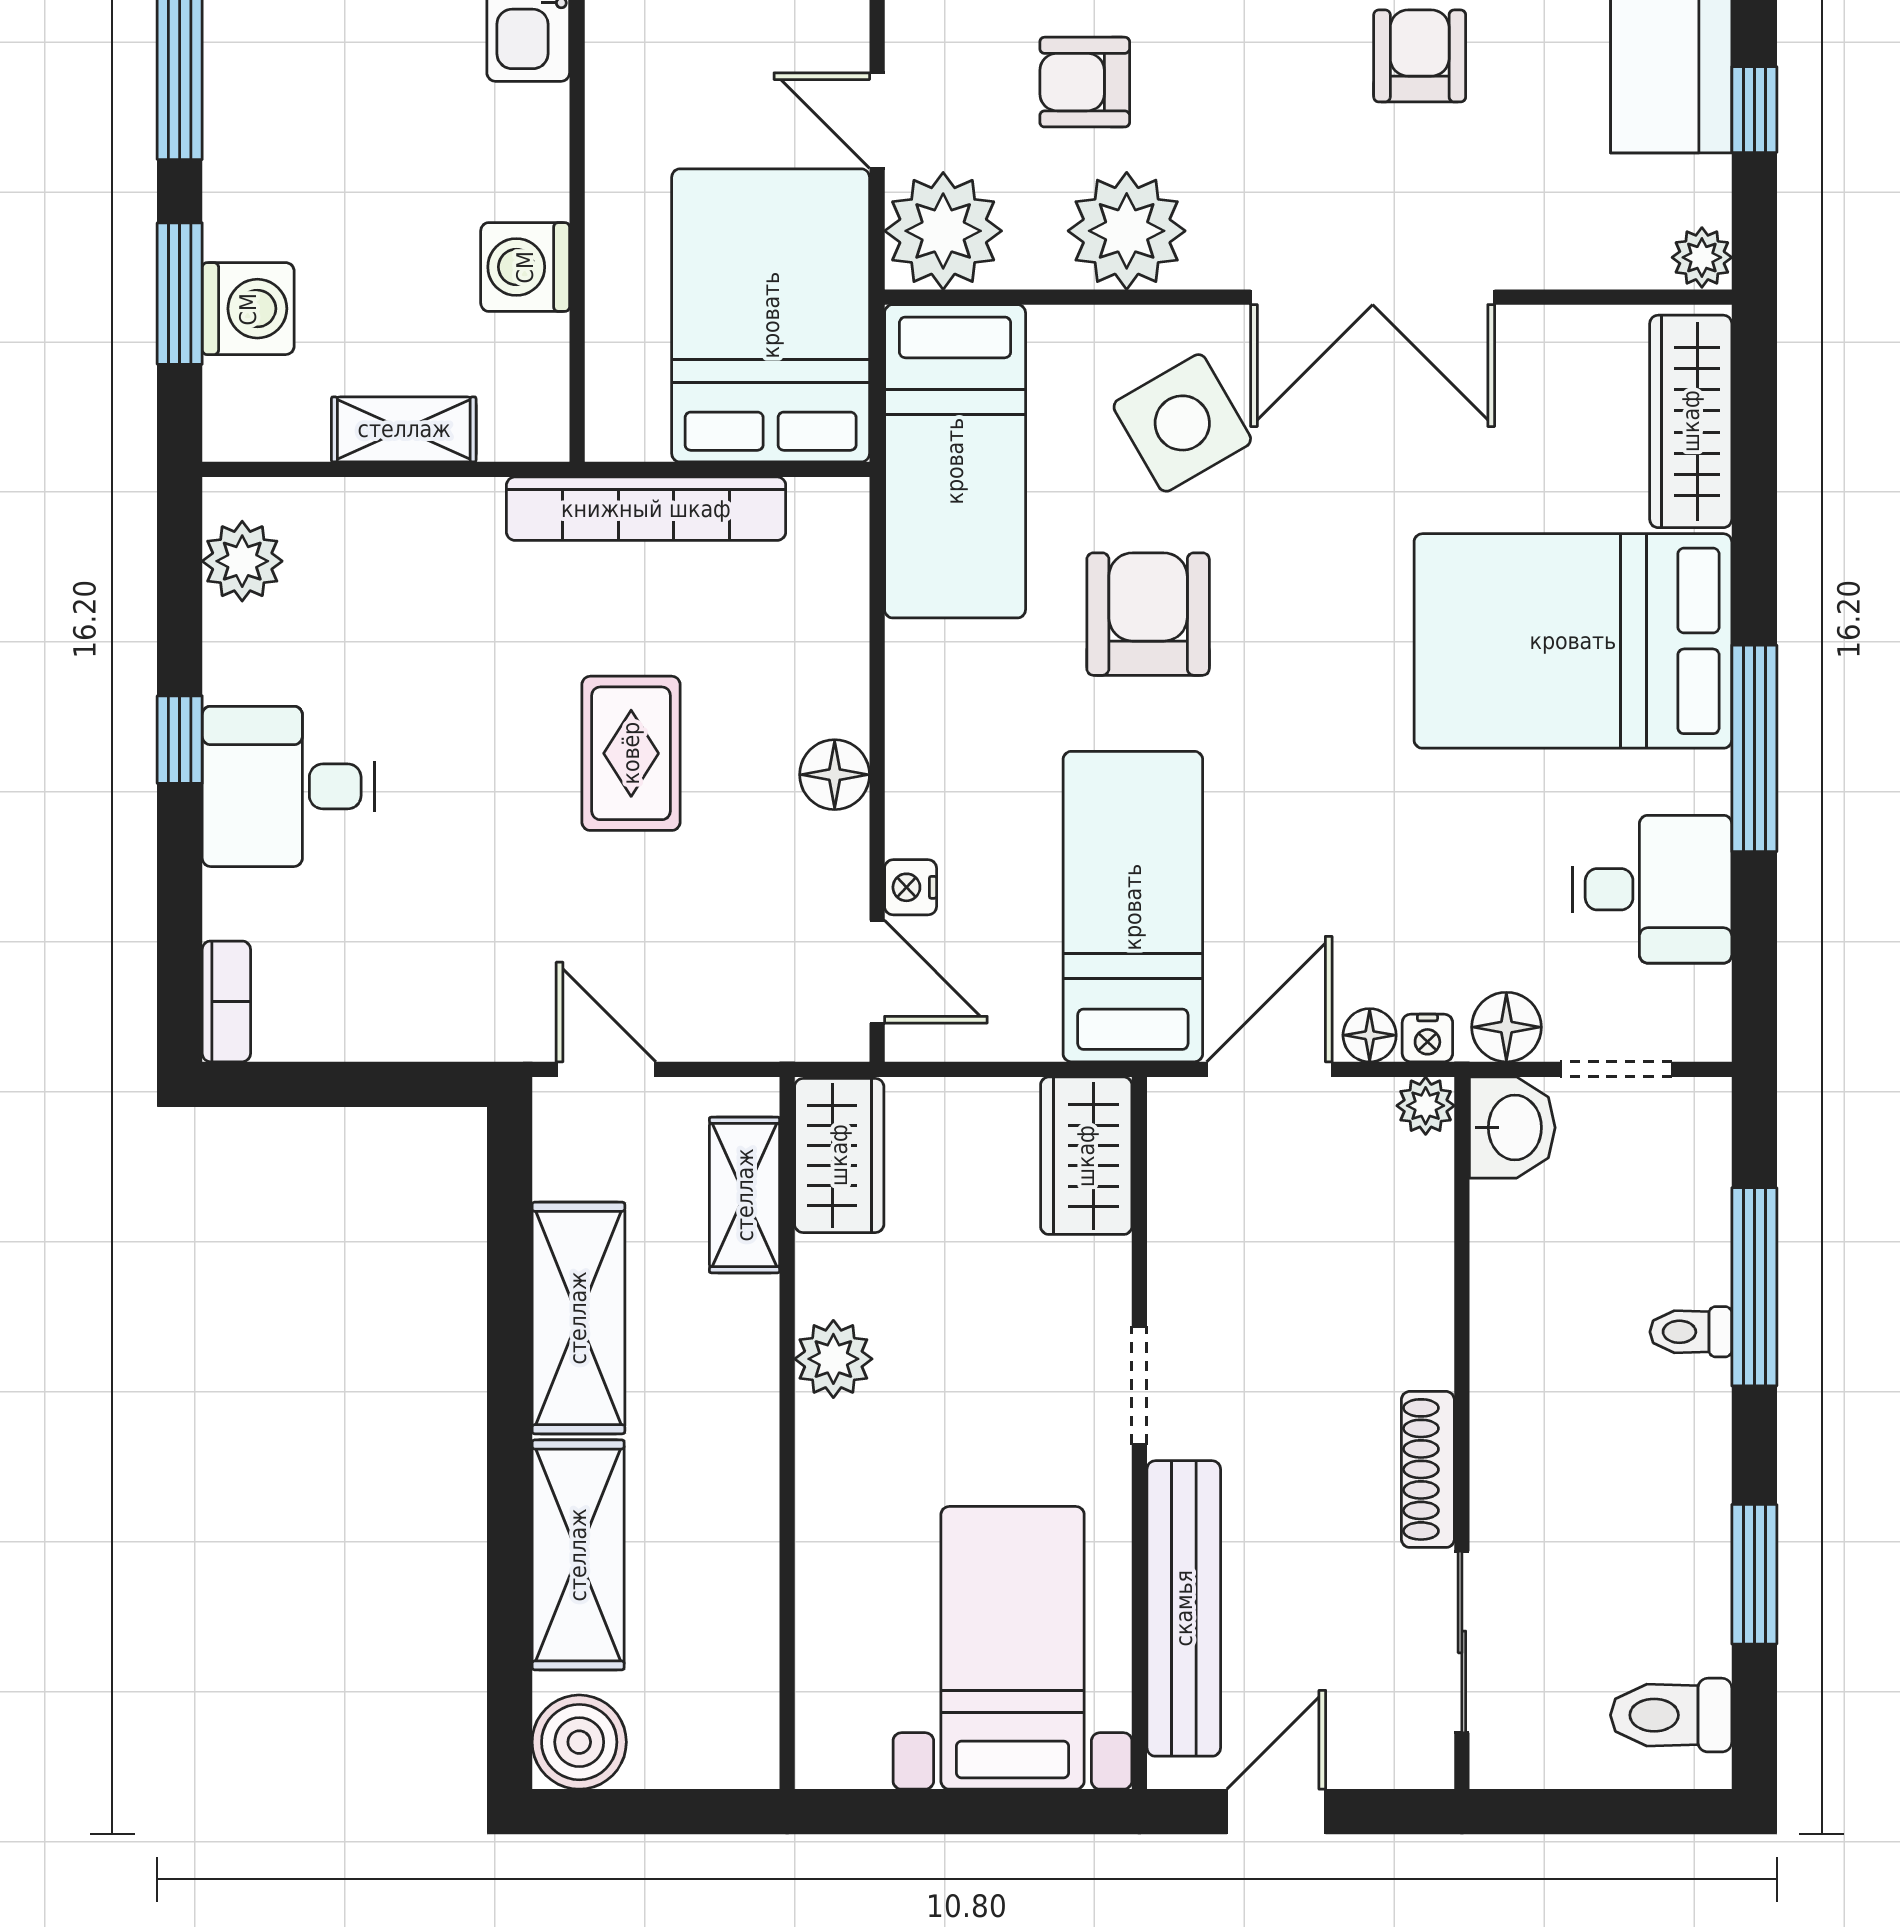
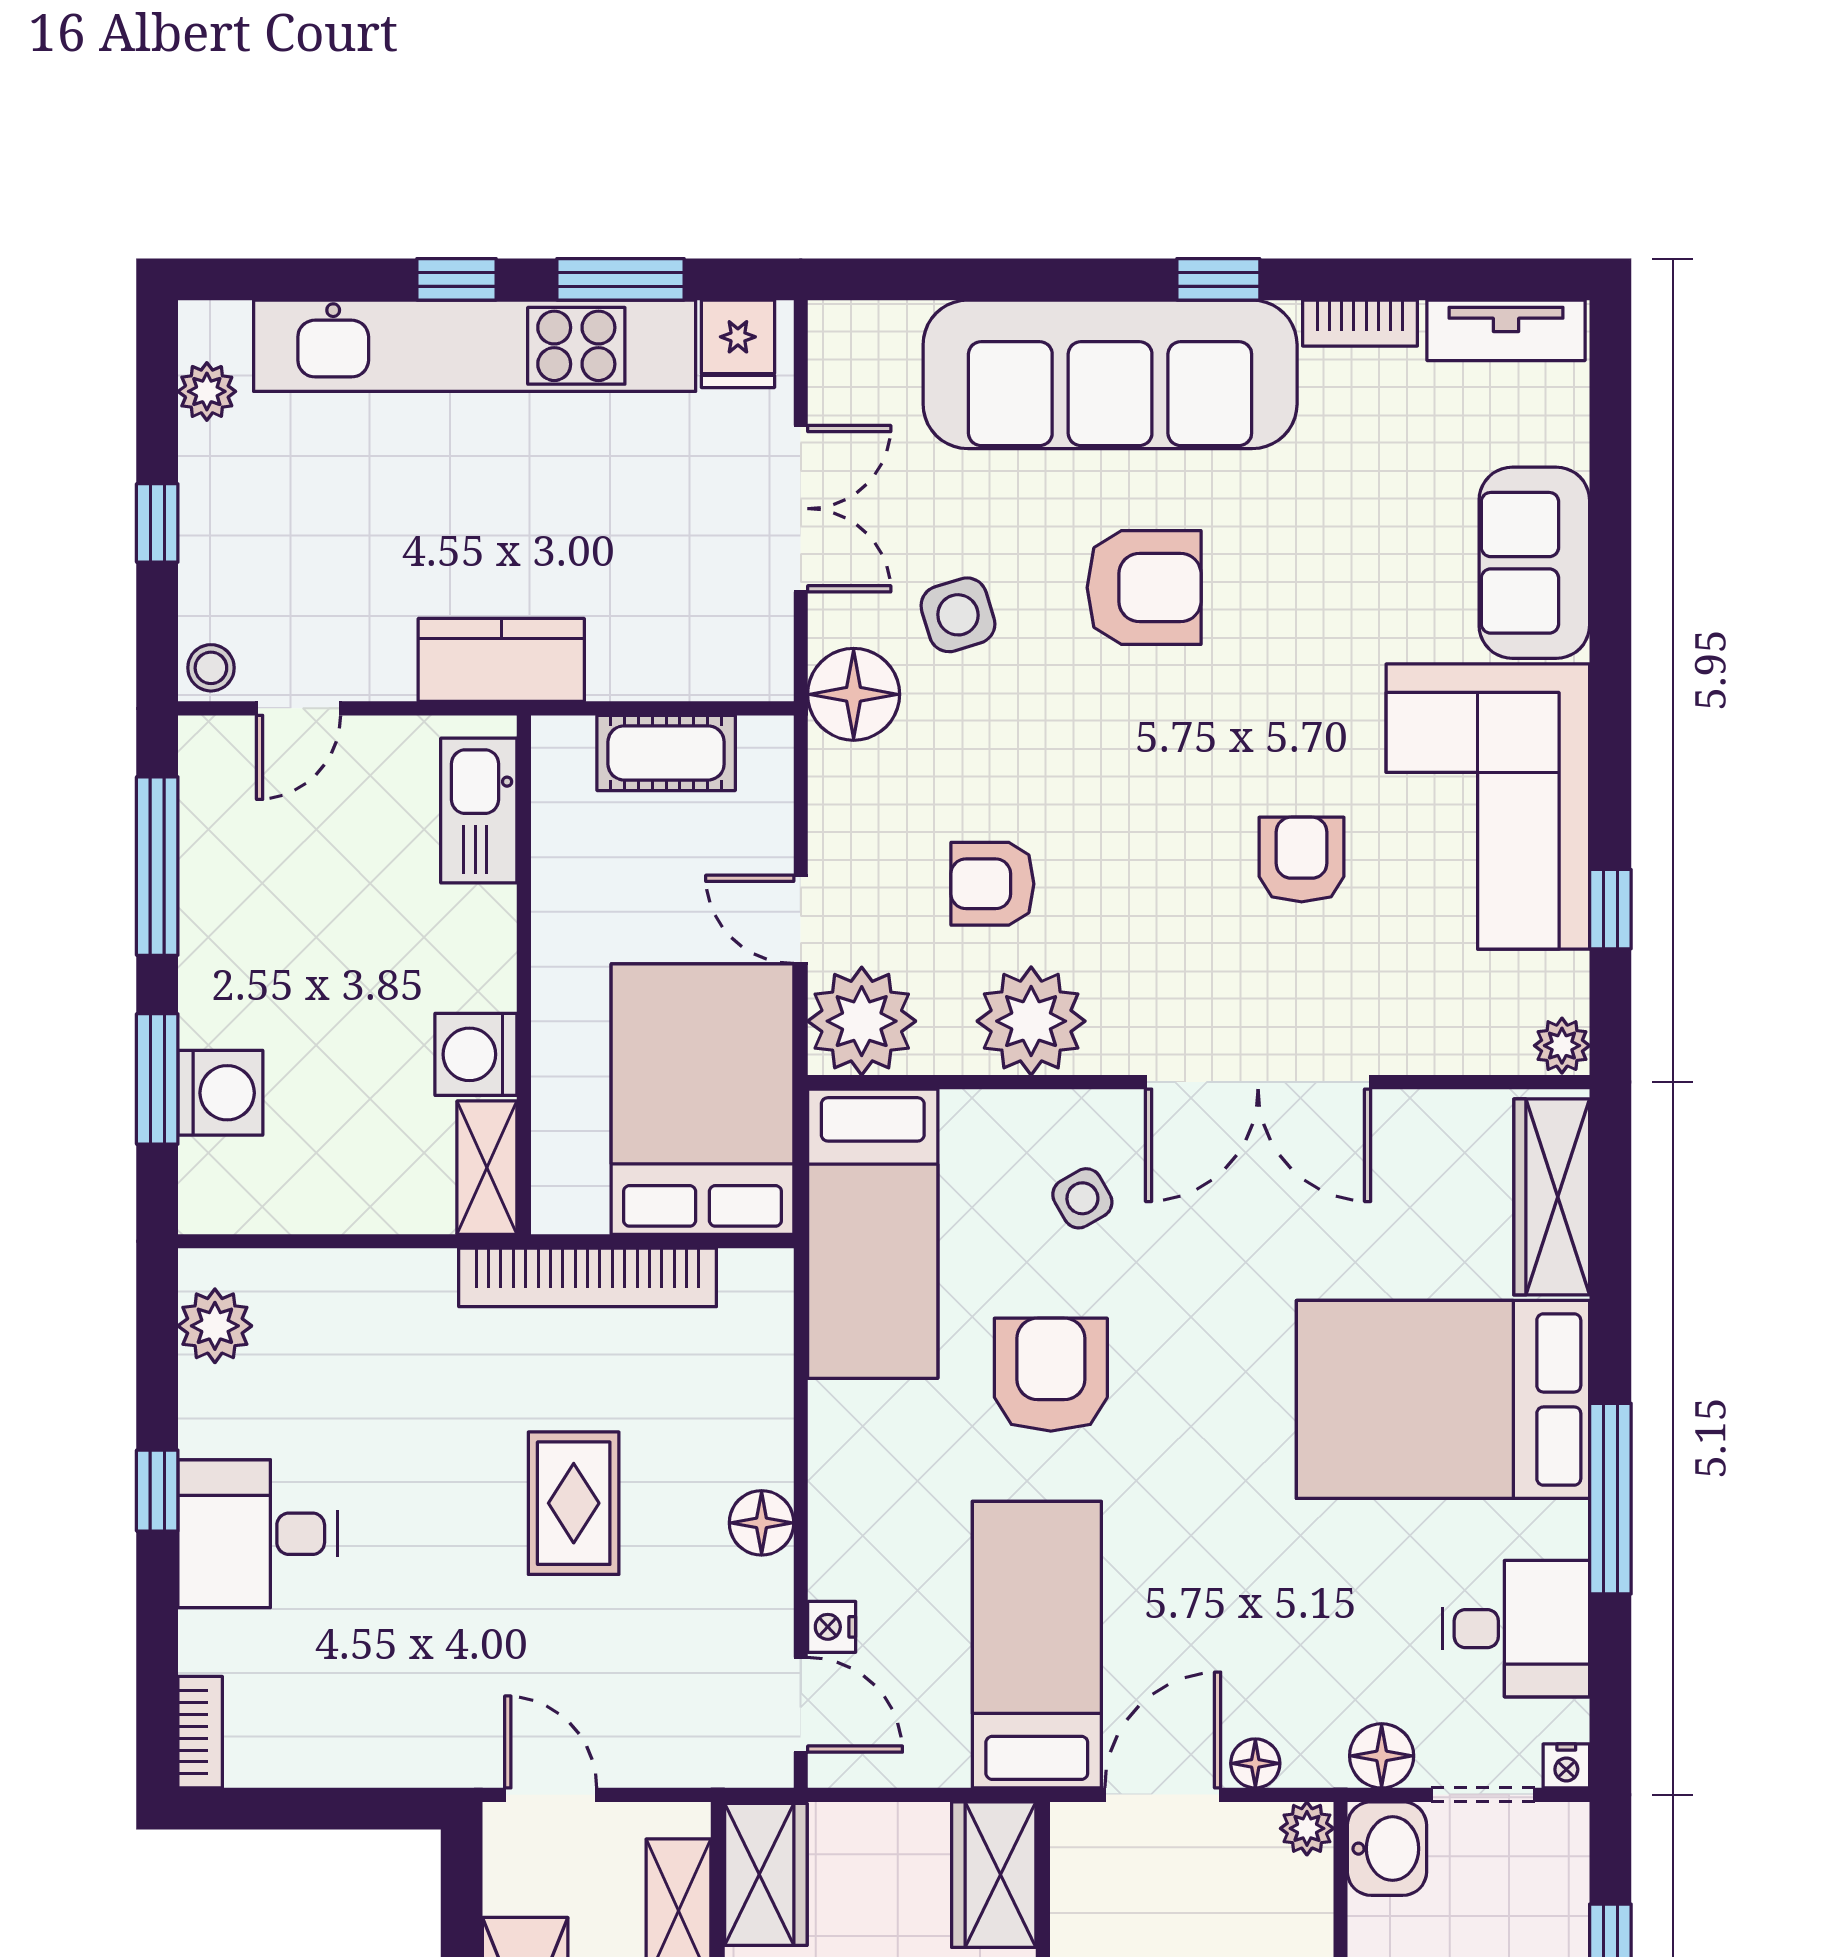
side table: (1182, 423) -> (1082, 1198), width x0.54, depth x0.54
shelving: (404, 429) -> (487, 1168), moved, turned 90
nightstand: (1427, 1038) -> (1566, 1766), moved

